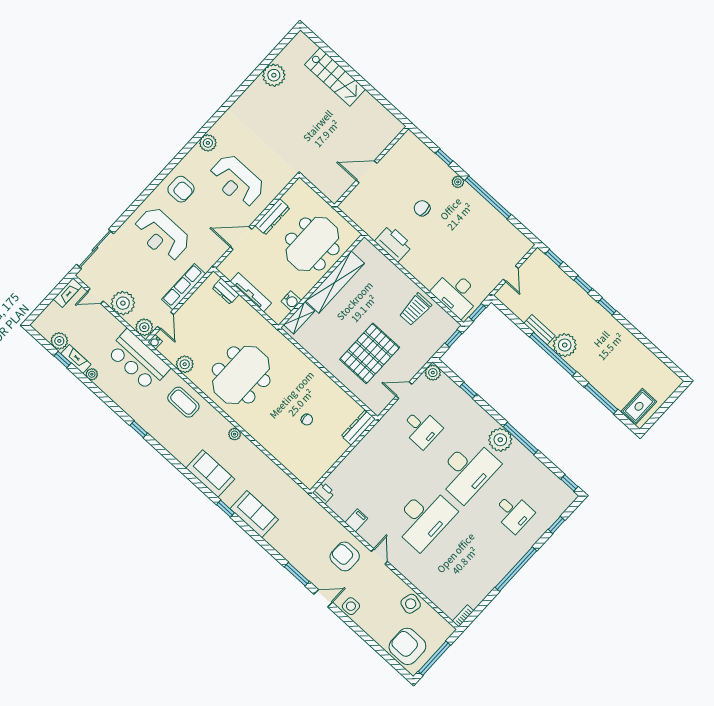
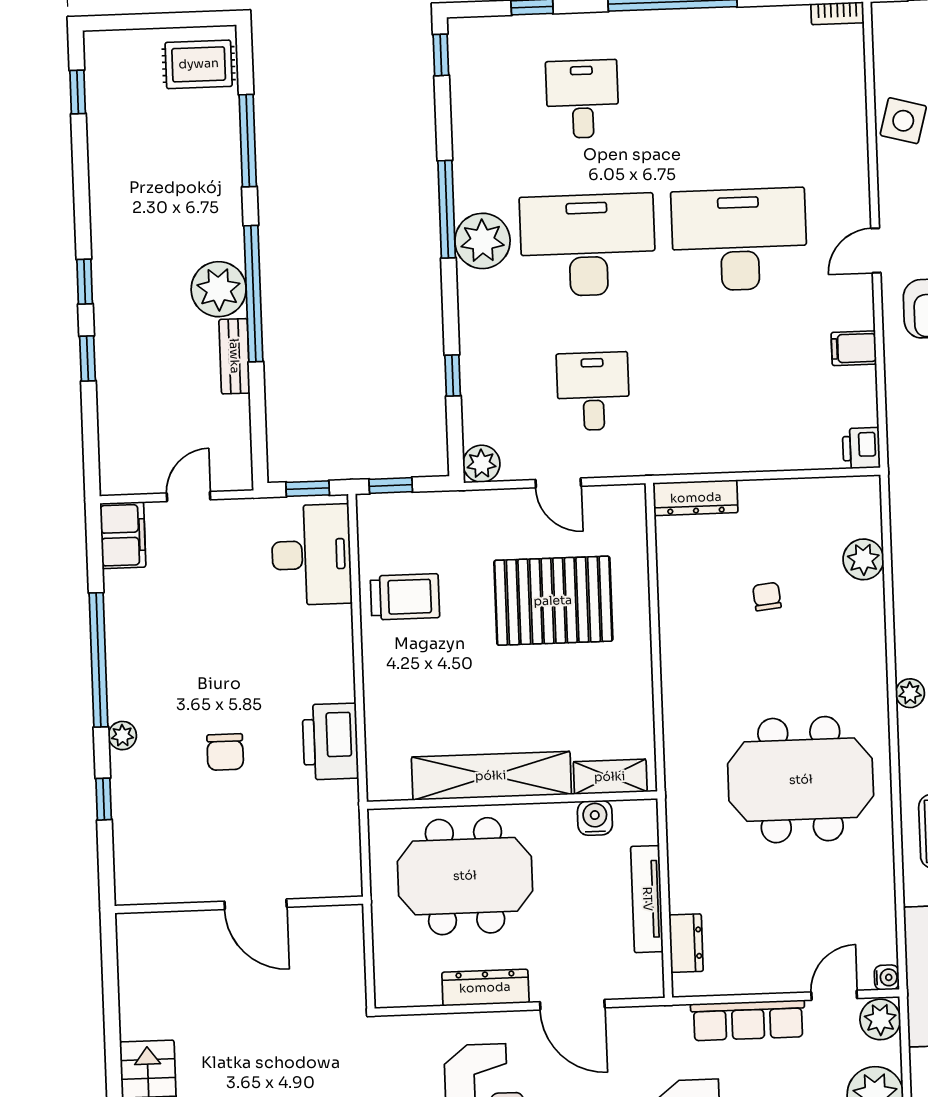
filing cabinet: (519, 242) -> (123, 535), added
window: (554, 258) -> (78, 92), moved
plant: (185, 364) -> (863, 559), moved

